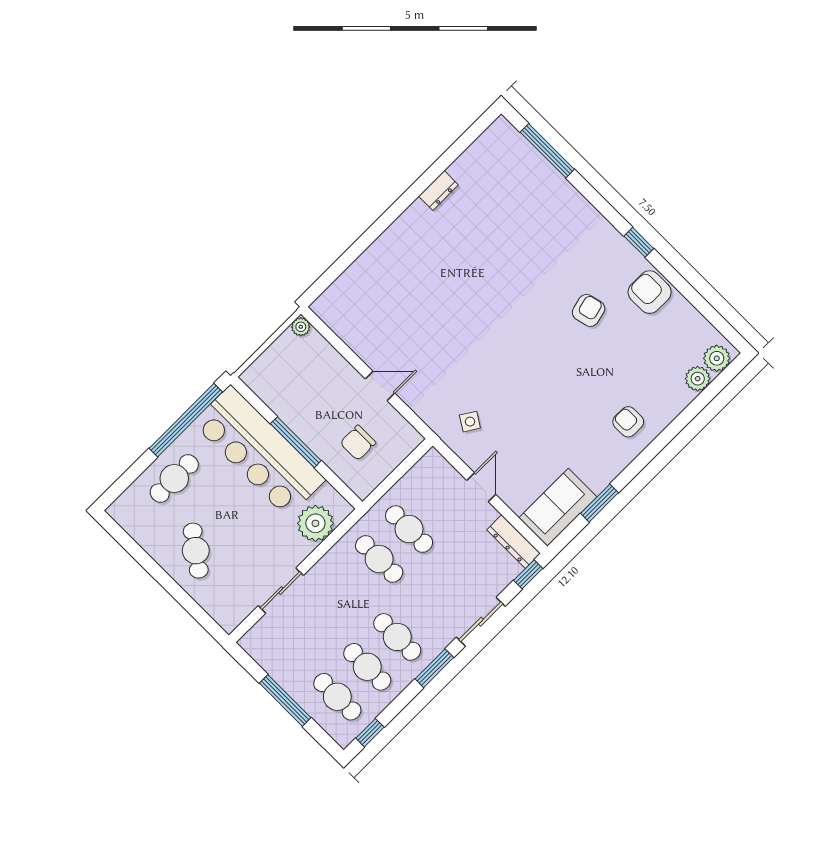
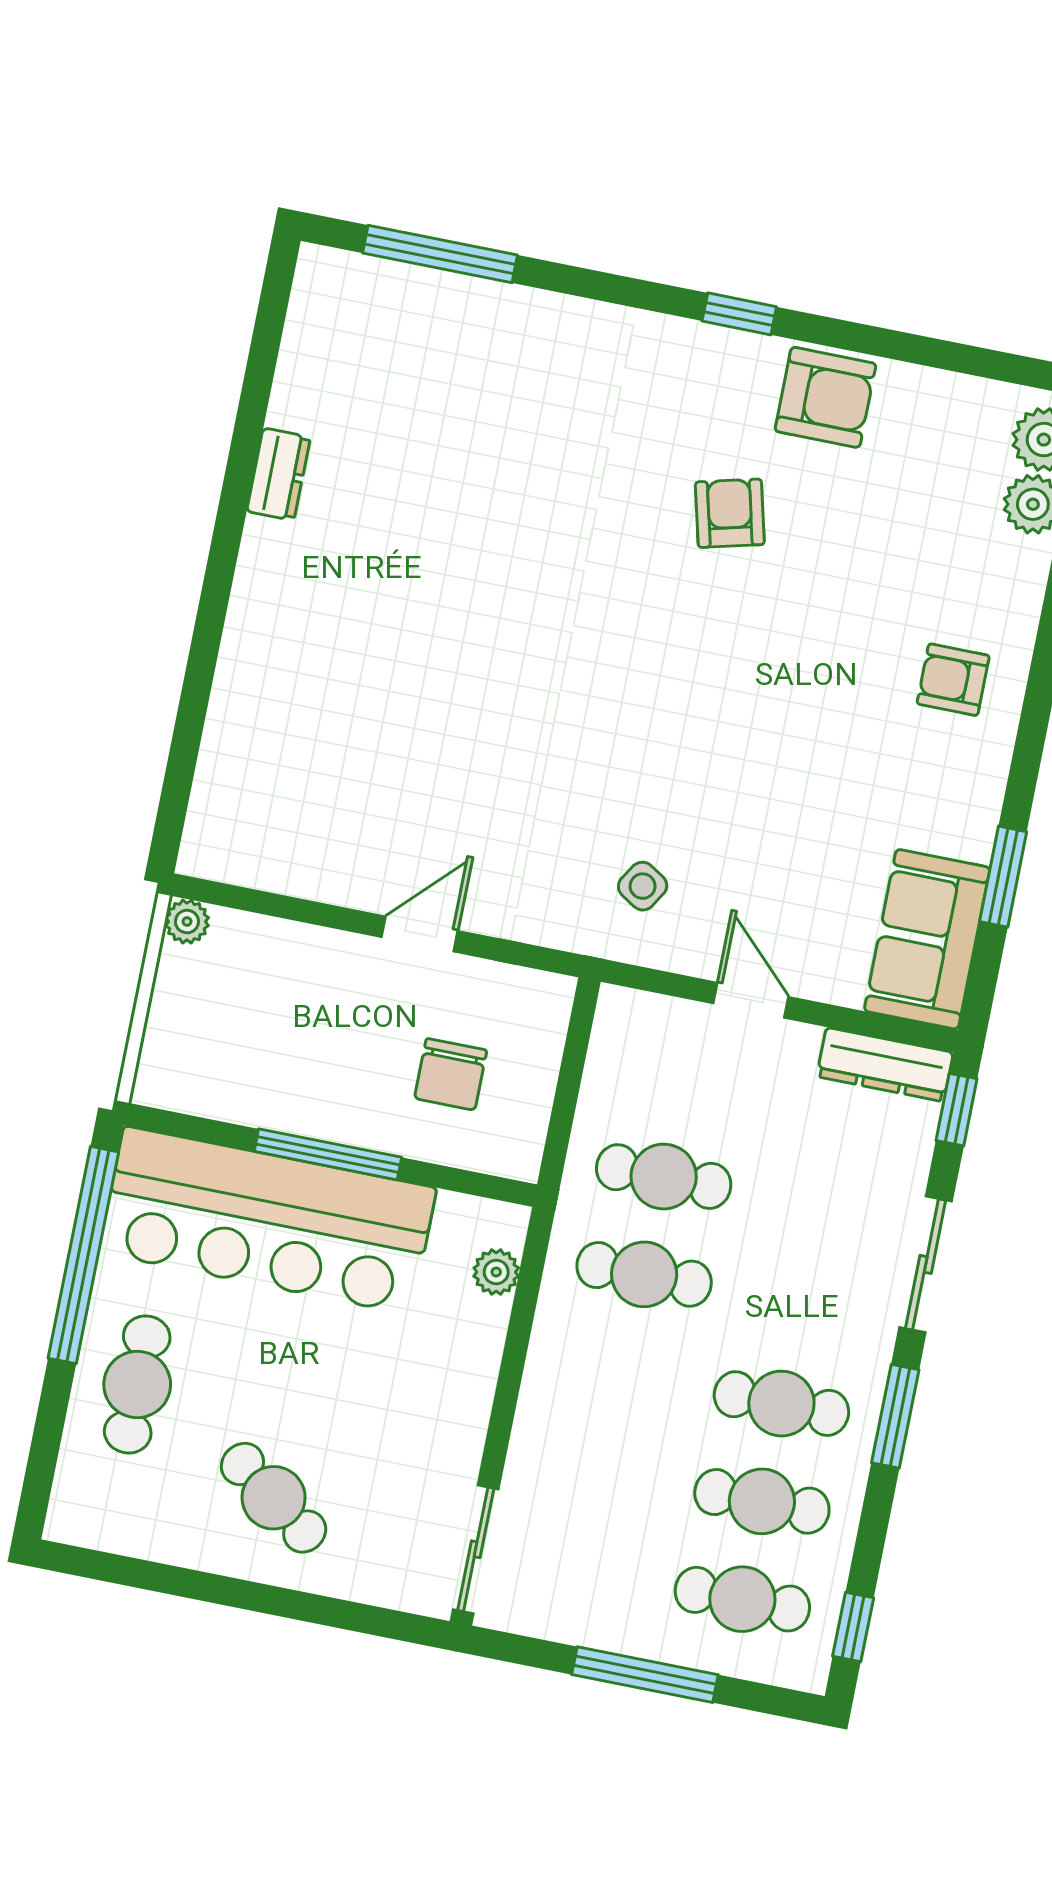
armchair: (650, 292) -> (825, 397), turned 180
plant: (315, 523) -> (496, 1272), width x0.53, depth x0.53
sliding door: (281, 591) -> (476, 1549), moved

